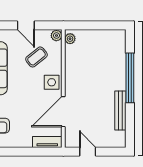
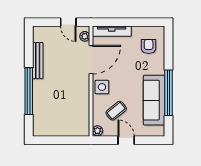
plant: (70, 39) -> (85, 36), moved
tv unit: (47, 142) -> (112, 31), width x1.41

